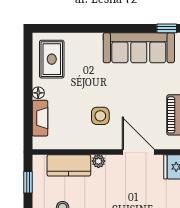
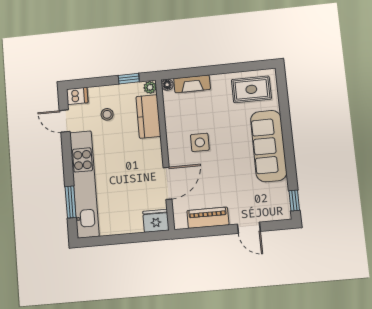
sofa: (139, 48) -> (269, 146), moved
floor lamp: (38, 93) -> (167, 85), moved
plant: (98, 161) -> (150, 87), moved

